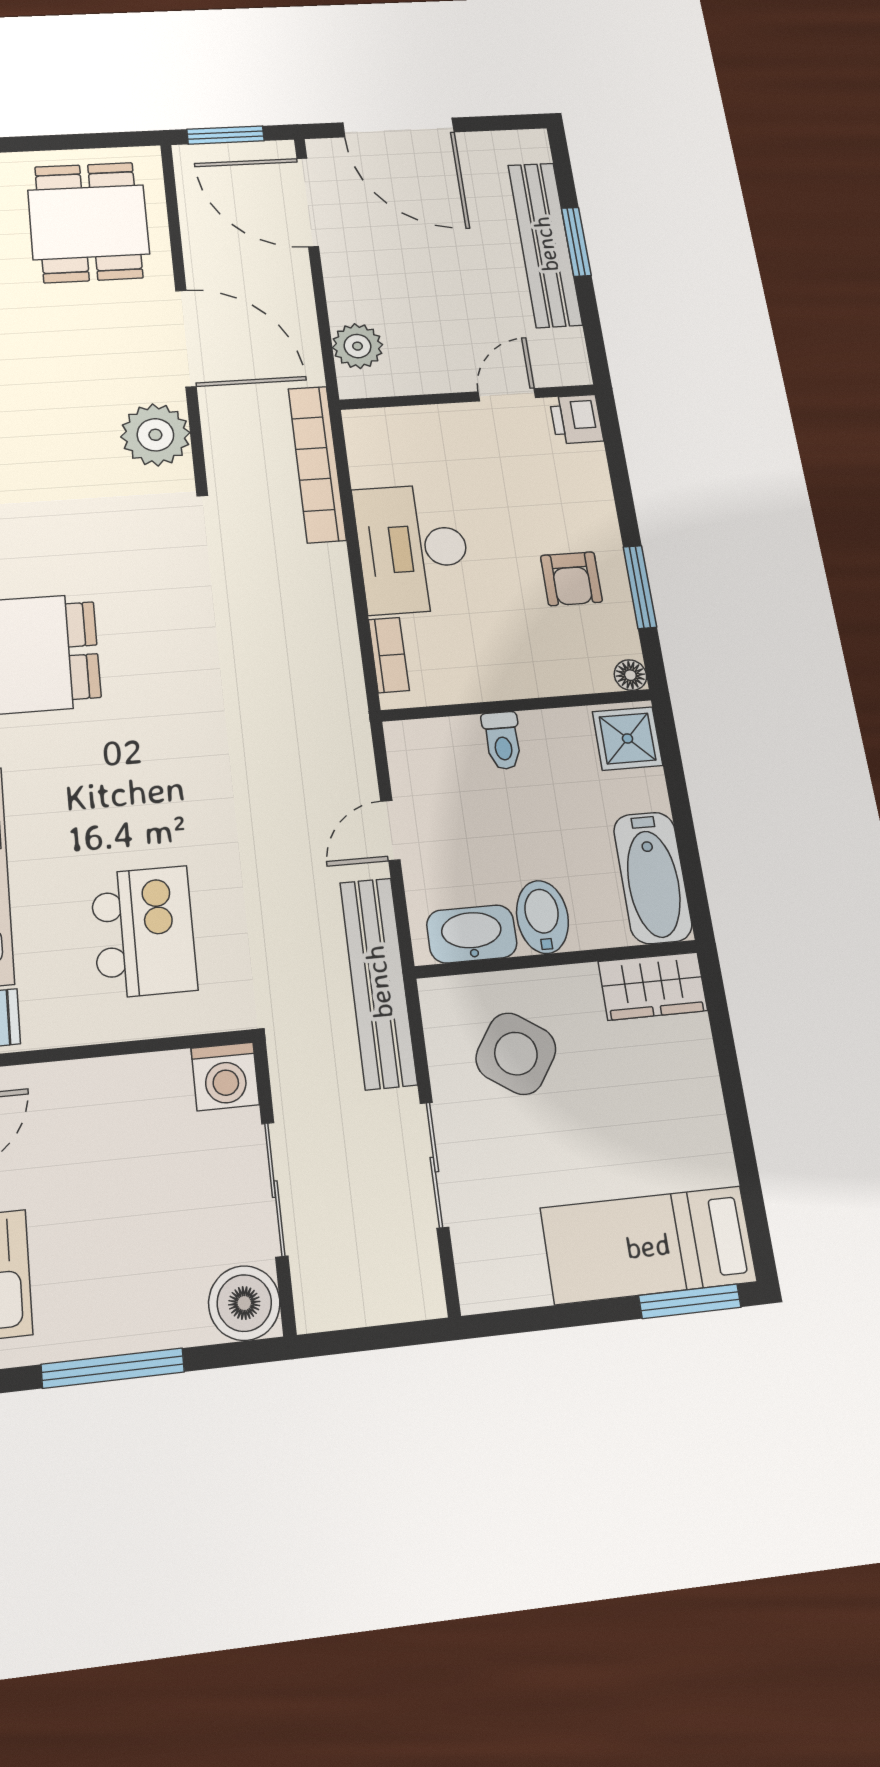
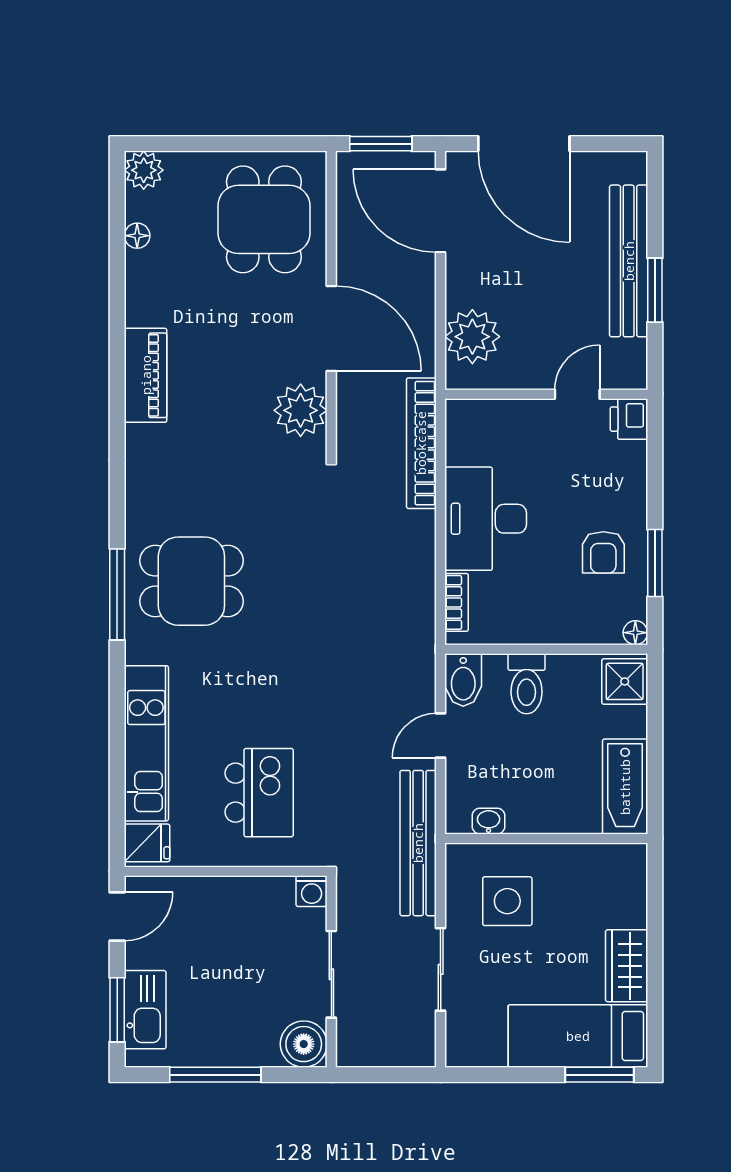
window: (576, 242) -> (655, 290), moved
plant: (358, 346) -> (472, 337), width x1.36, depth x1.36
toilet: (502, 741) -> (527, 684), width x1.37, depth x1.39
bidet: (542, 917) -> (463, 680), moved, turned 180
washbasin: (472, 934) -> (489, 821), width x0.52, depth x0.69
wardrobe: (653, 986) -> (627, 966), moved, turned 90
side table: (516, 1054) -> (507, 901), turned -34
washing machine: (225, 1076) -> (312, 891), width x0.73, depth x0.73

